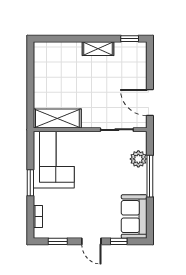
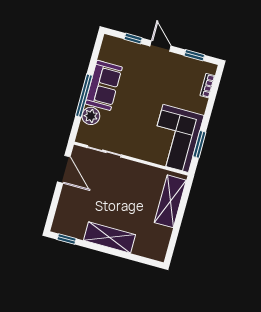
shelving: (98, 49) -> (109, 238), width x1.50, depth x1.33
shelving: (57, 119) -> (170, 201), moved, turned 90
window: (30, 183) -> (199, 144), moved
sofa: (134, 217) -> (104, 85), moved

